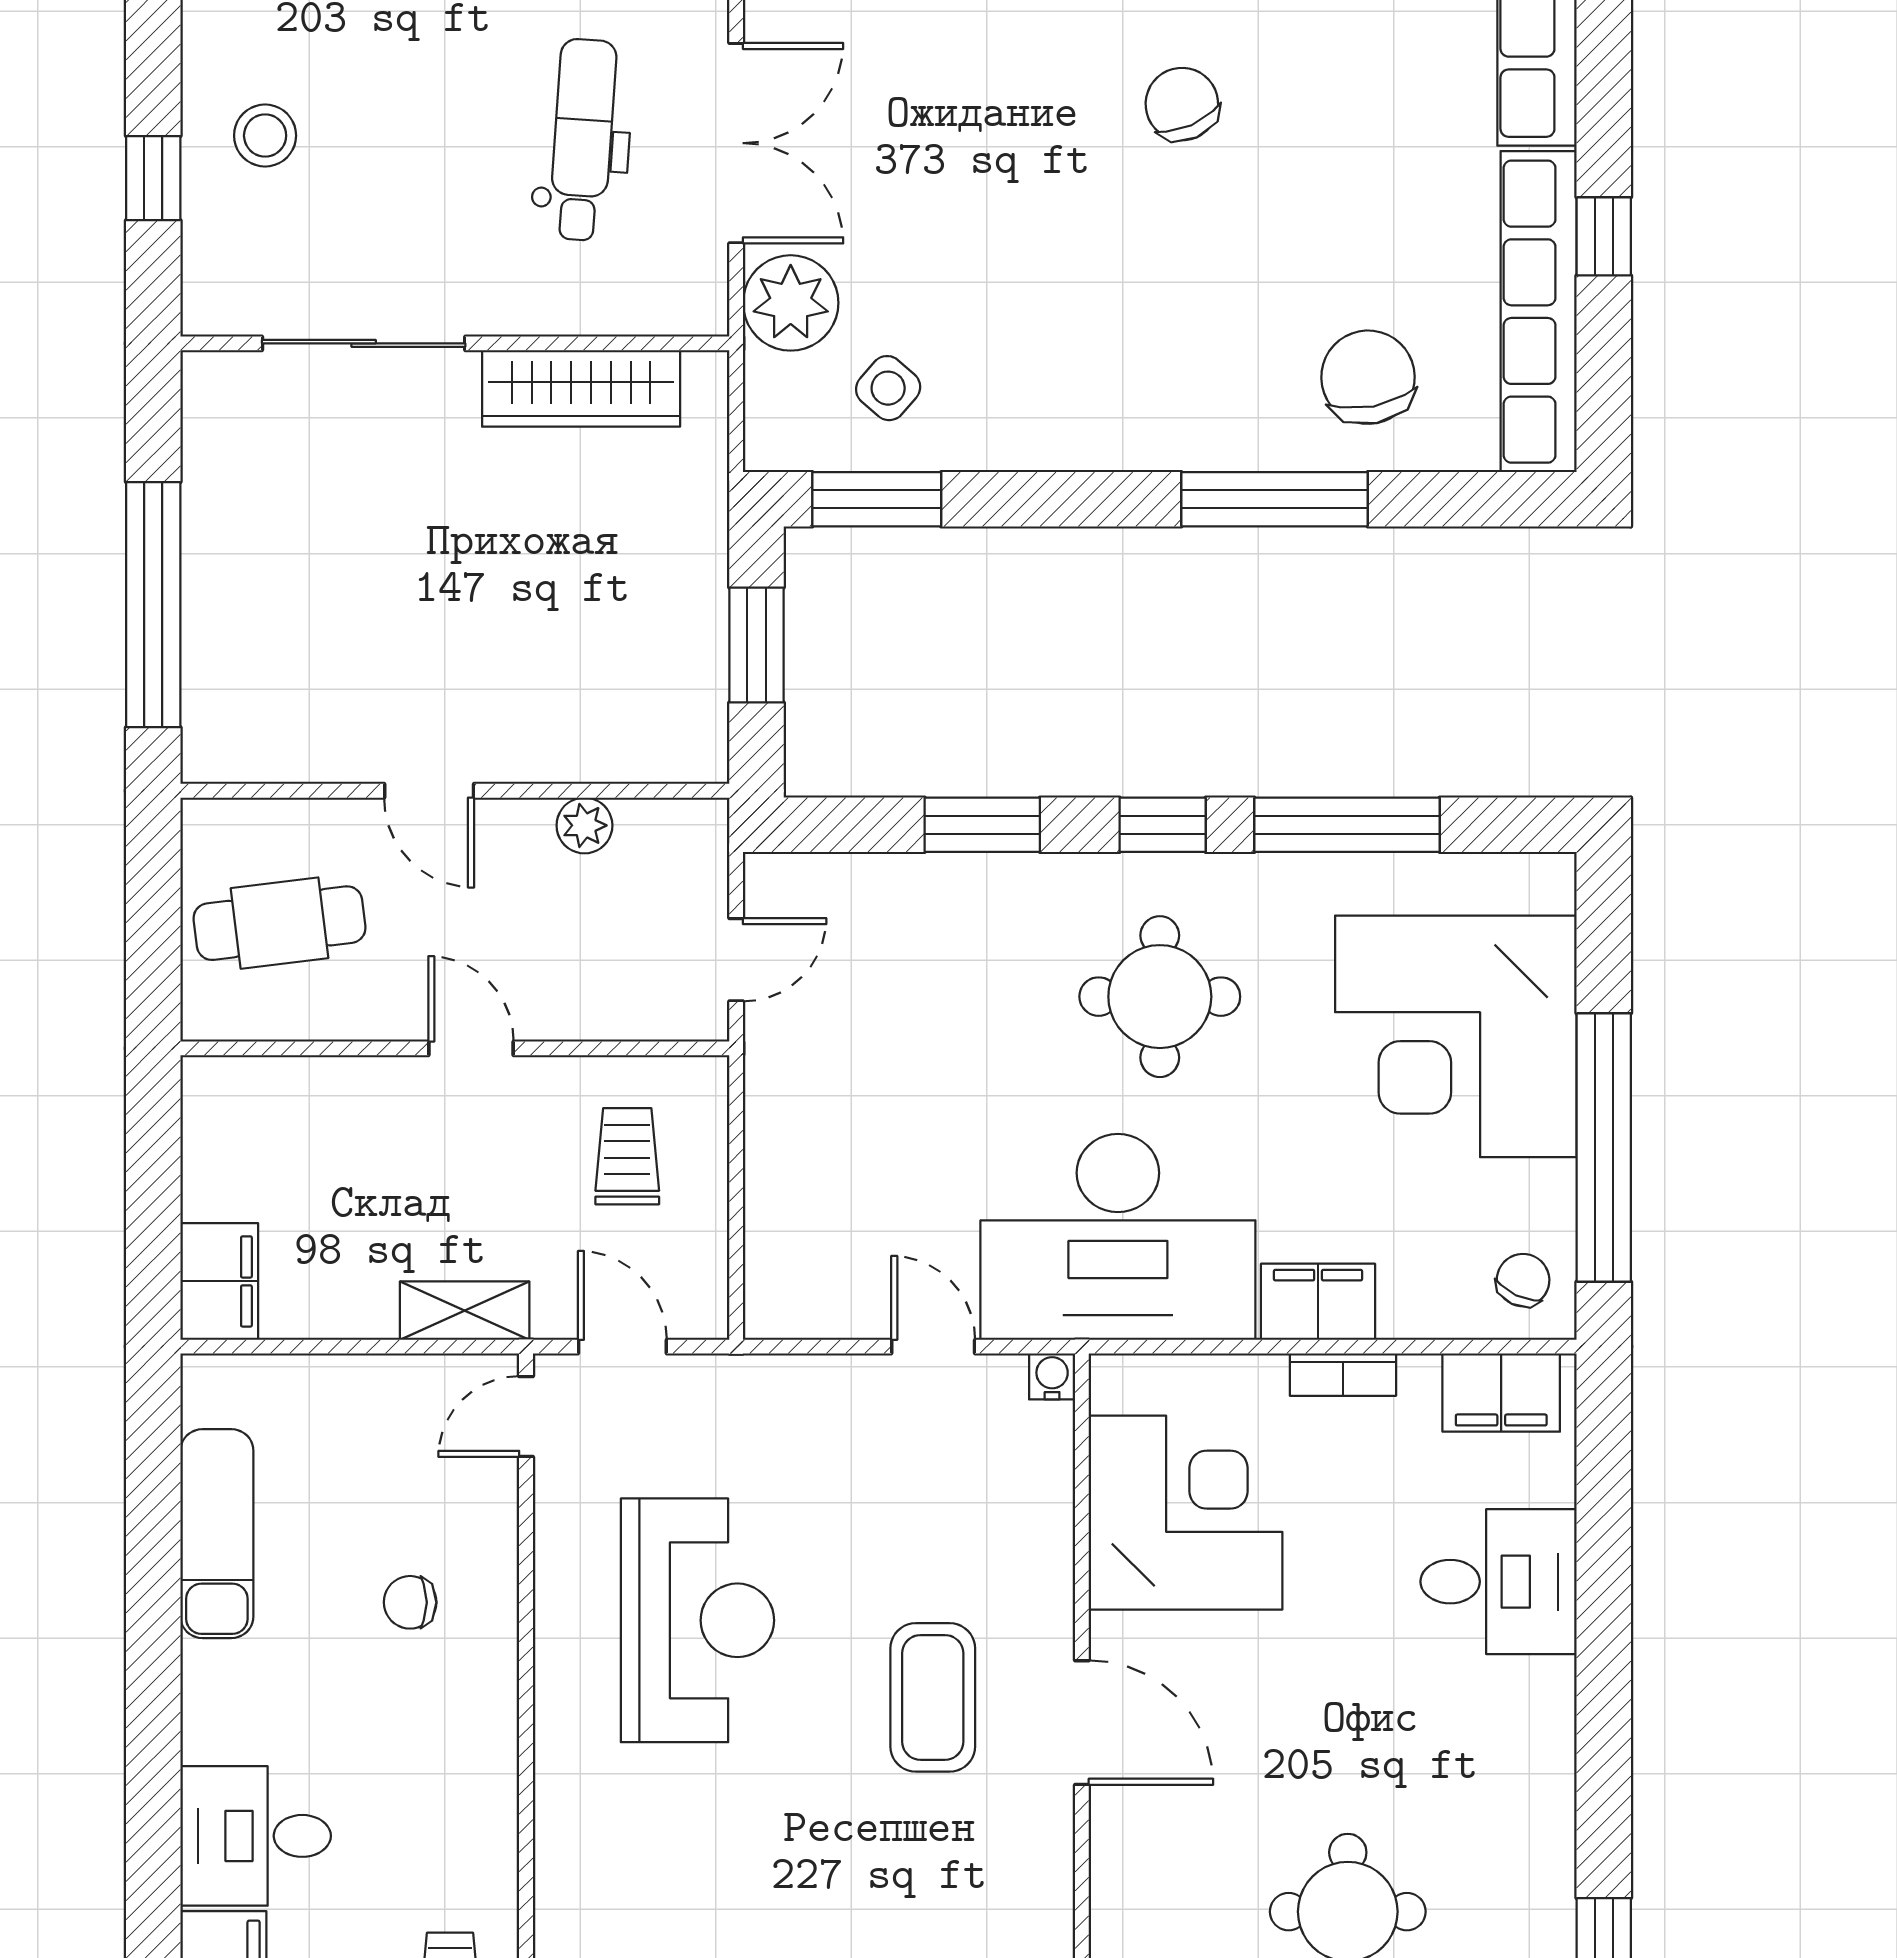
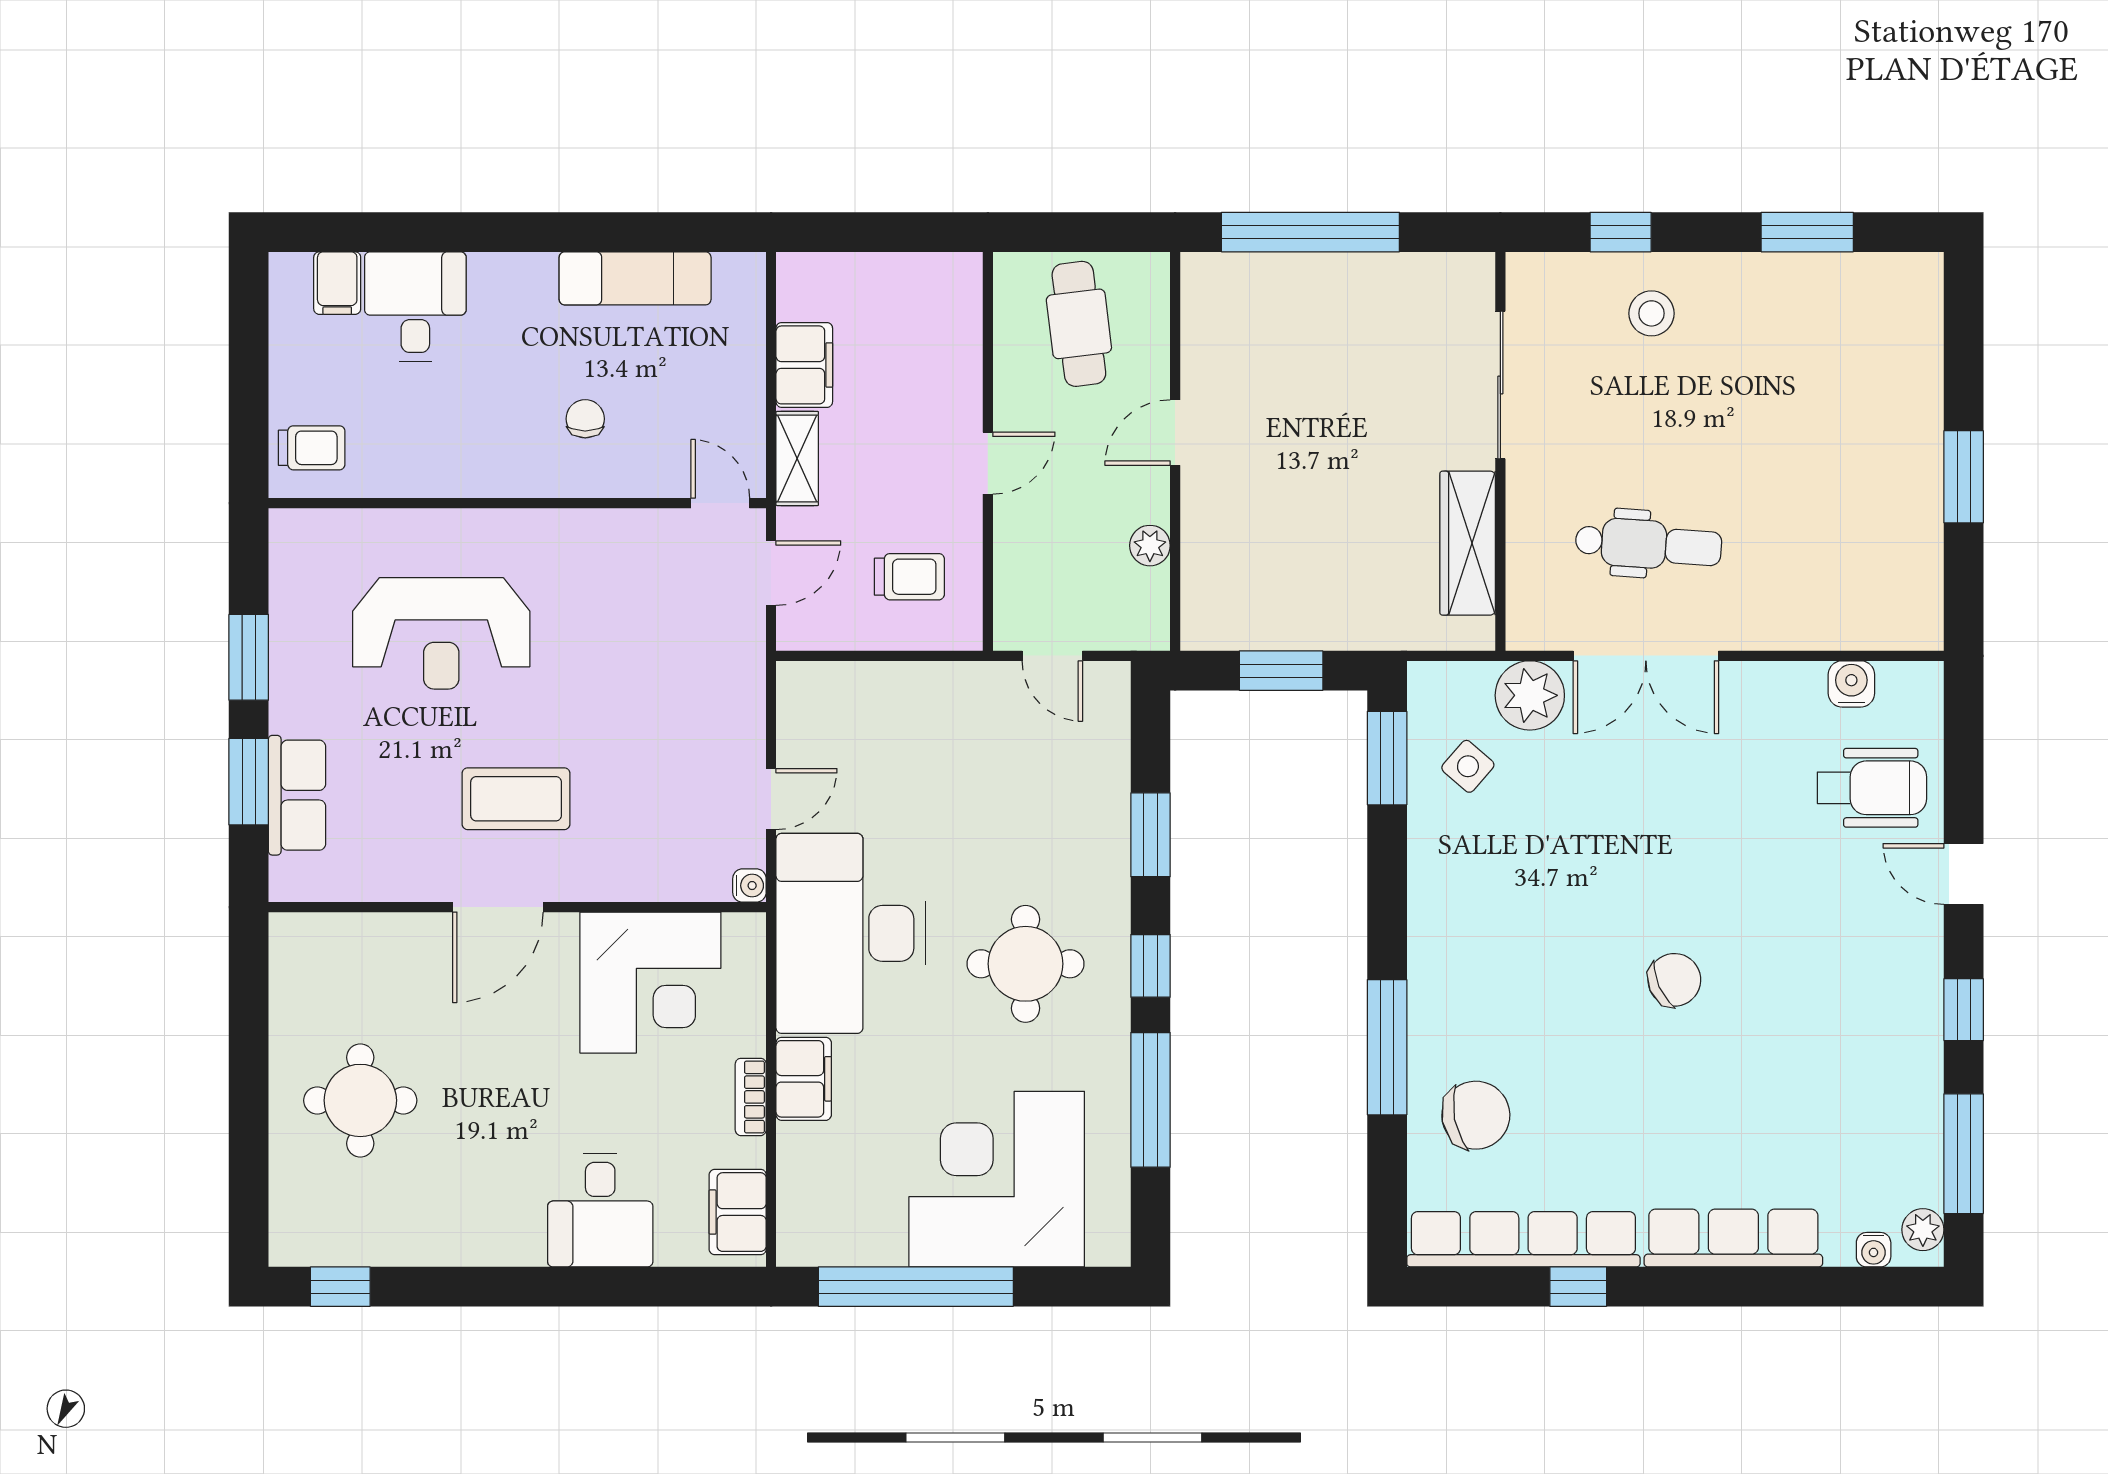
chair: (1523, 1280) -> (819, 1228), removed
filing cabinet: (219, 1281) -> (804, 365), moved, turned -90
reception desk: (698, 1620) -> (441, 633), moved

